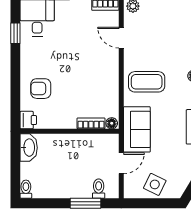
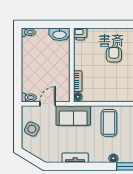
armchair: (41, 89) -> (114, 55), moved
door: (121, 163) -> (48, 104), swing flipped
toilet: (99, 189) -> (29, 98), moved
window: (85, 203) -> (18, 77), removed

